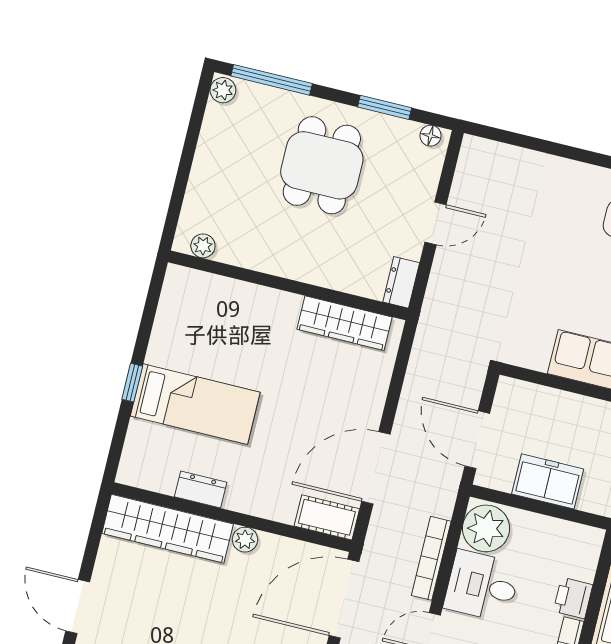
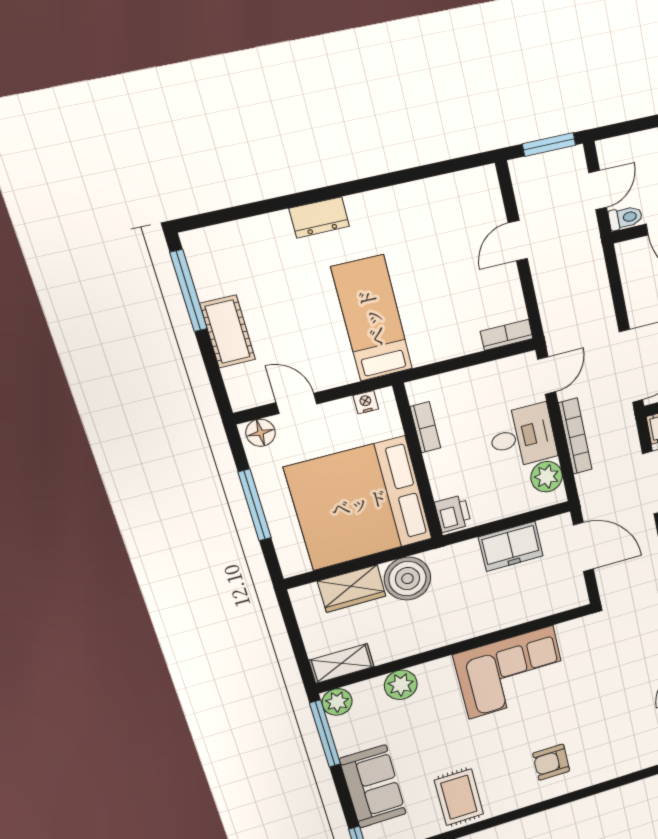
plant: (486, 528) -> (547, 477), width x0.73, depth x0.73
printer: (573, 598) -> (453, 514), moved

